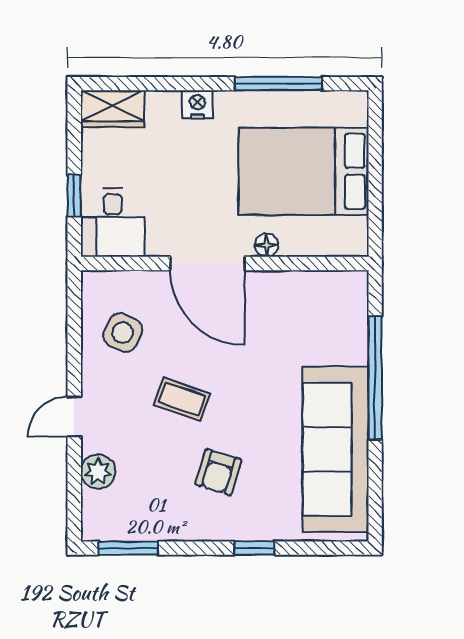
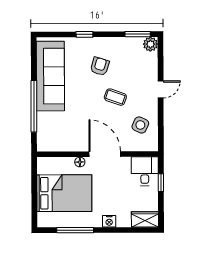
plant: (98, 472) -> (150, 44), moved

